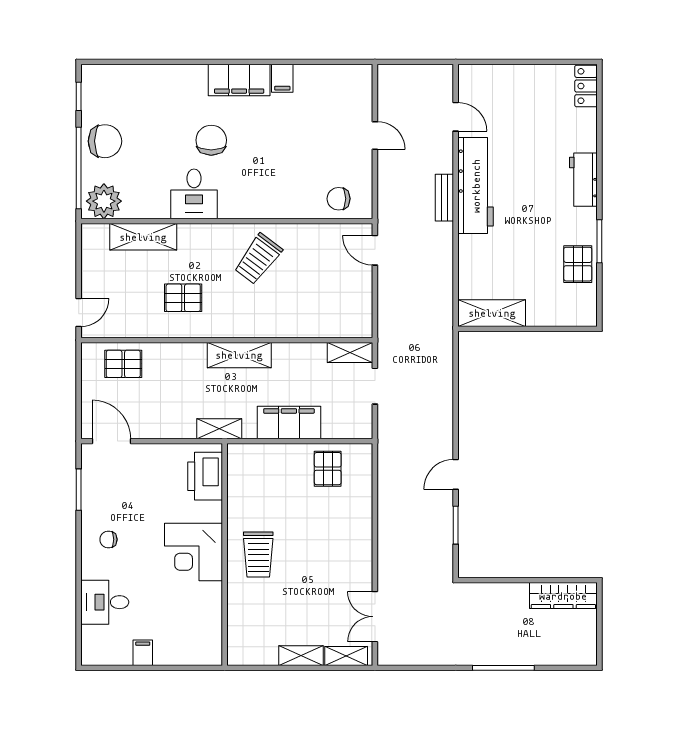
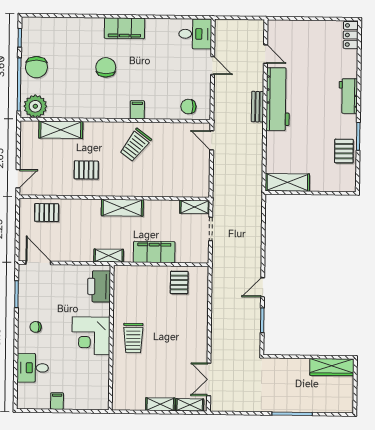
filing cabinet: (282, 78) -> (137, 110), moved, turned 180
chair: (105, 141) -> (36, 67), turned 90
desk: (194, 194) -> (195, 34), moved, turned -90

